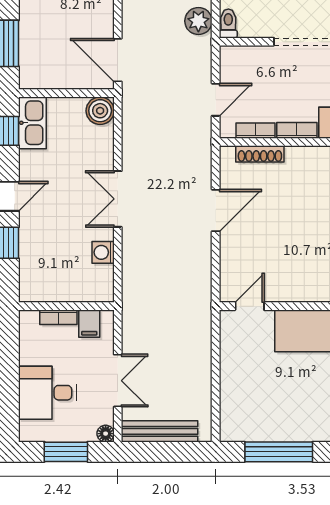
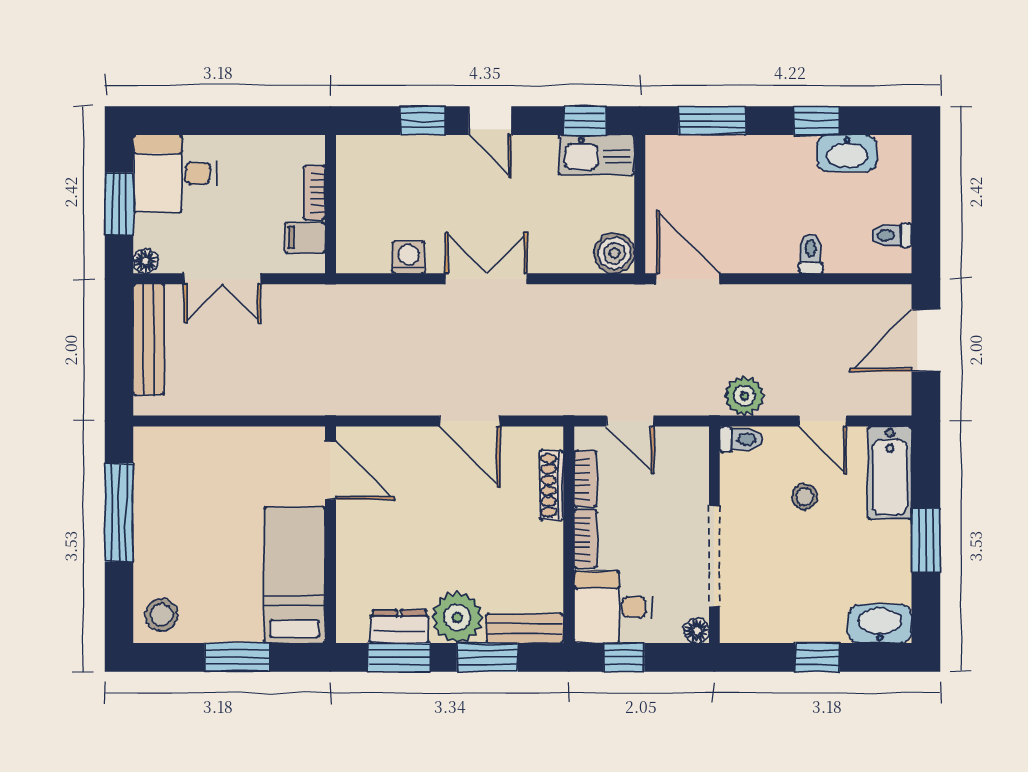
door: (118, 60) -> (688, 279), hinge flipped
door: (250, 306) -> (331, 470), width x1.37
desk: (47, 393) -> (175, 174), moved, turned -90

